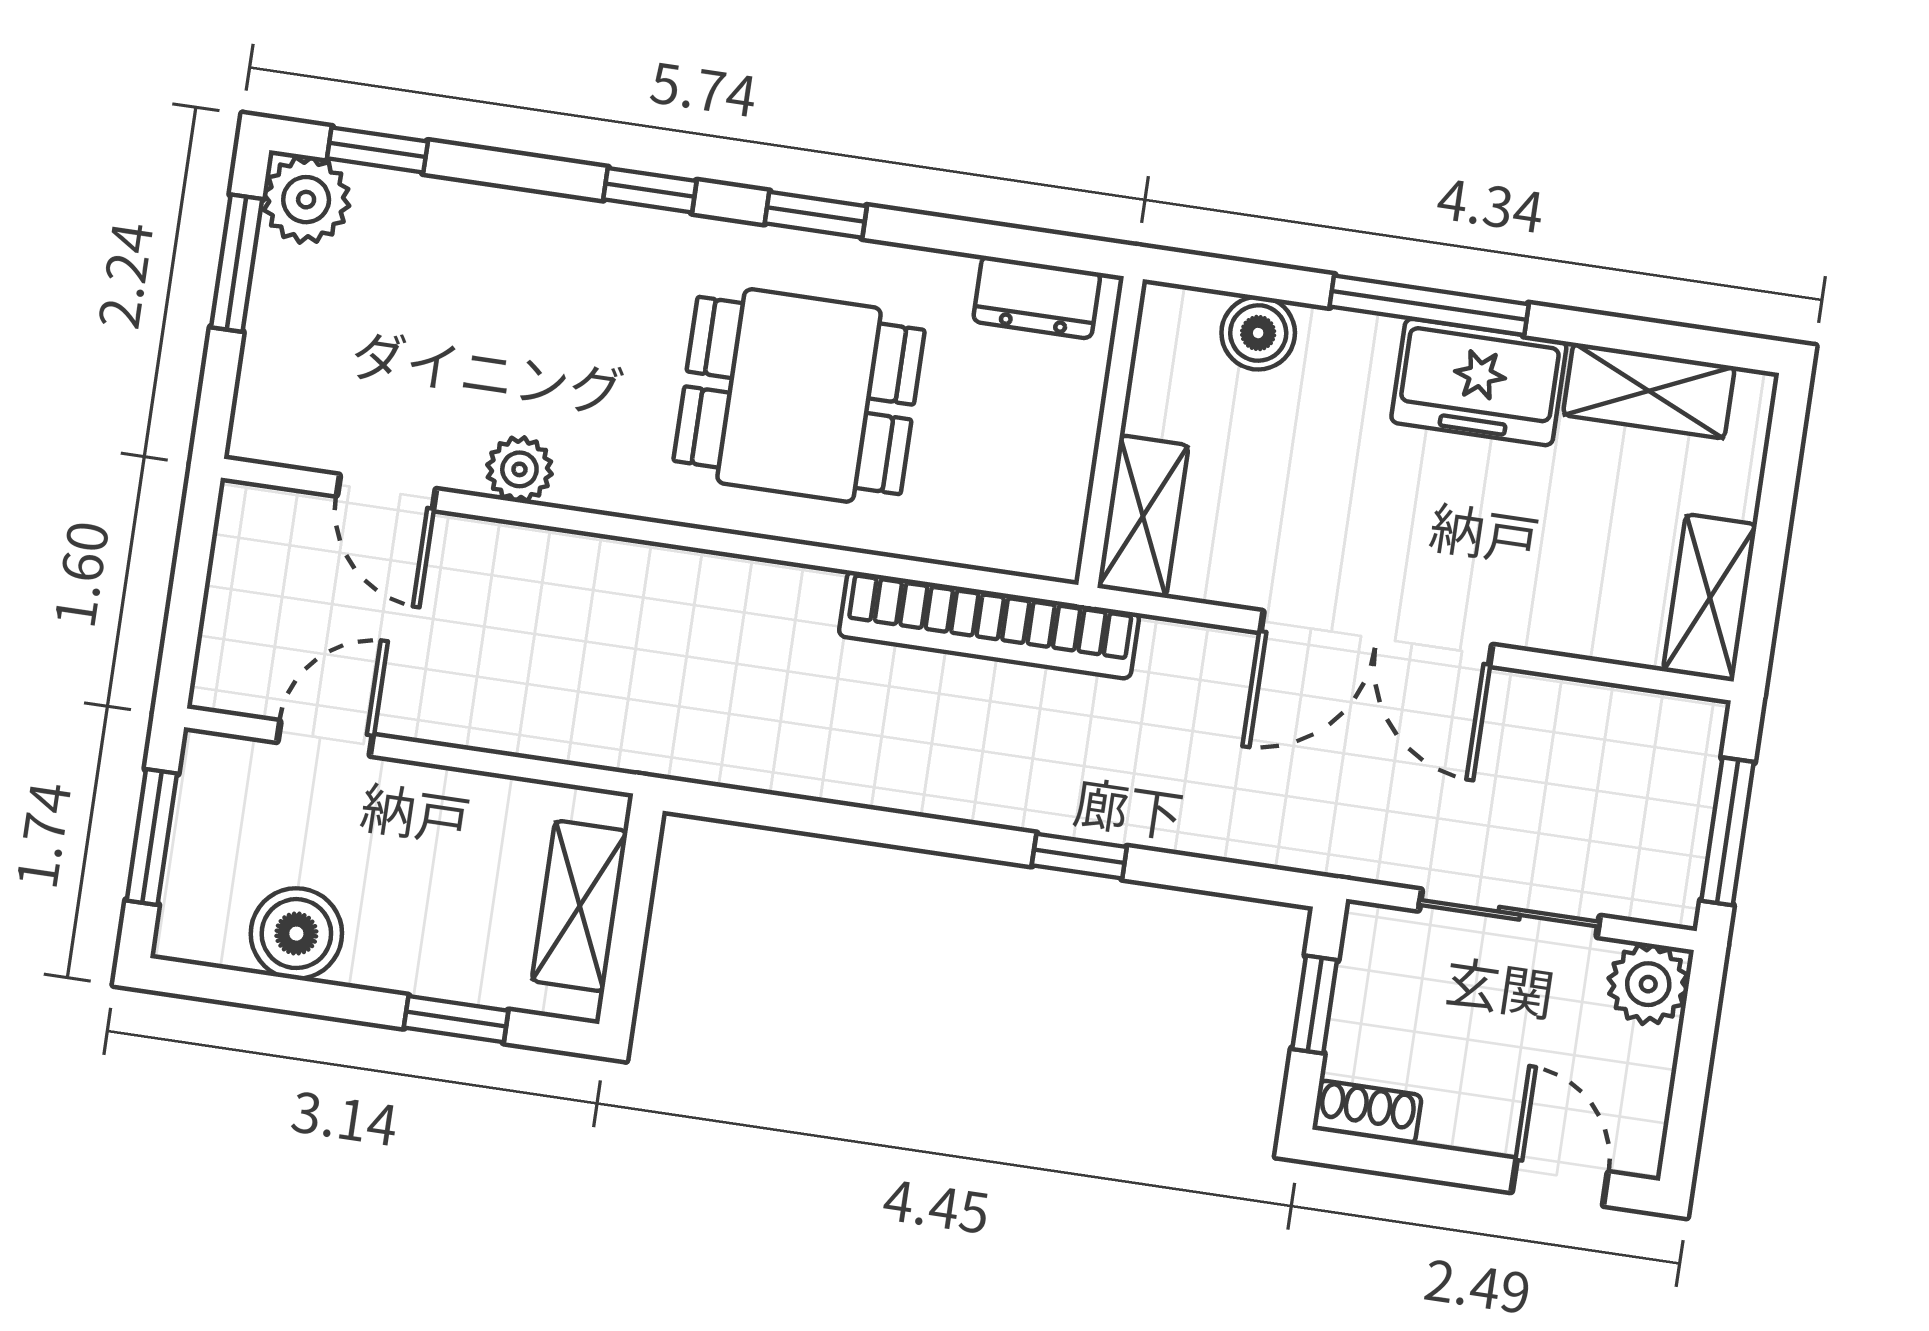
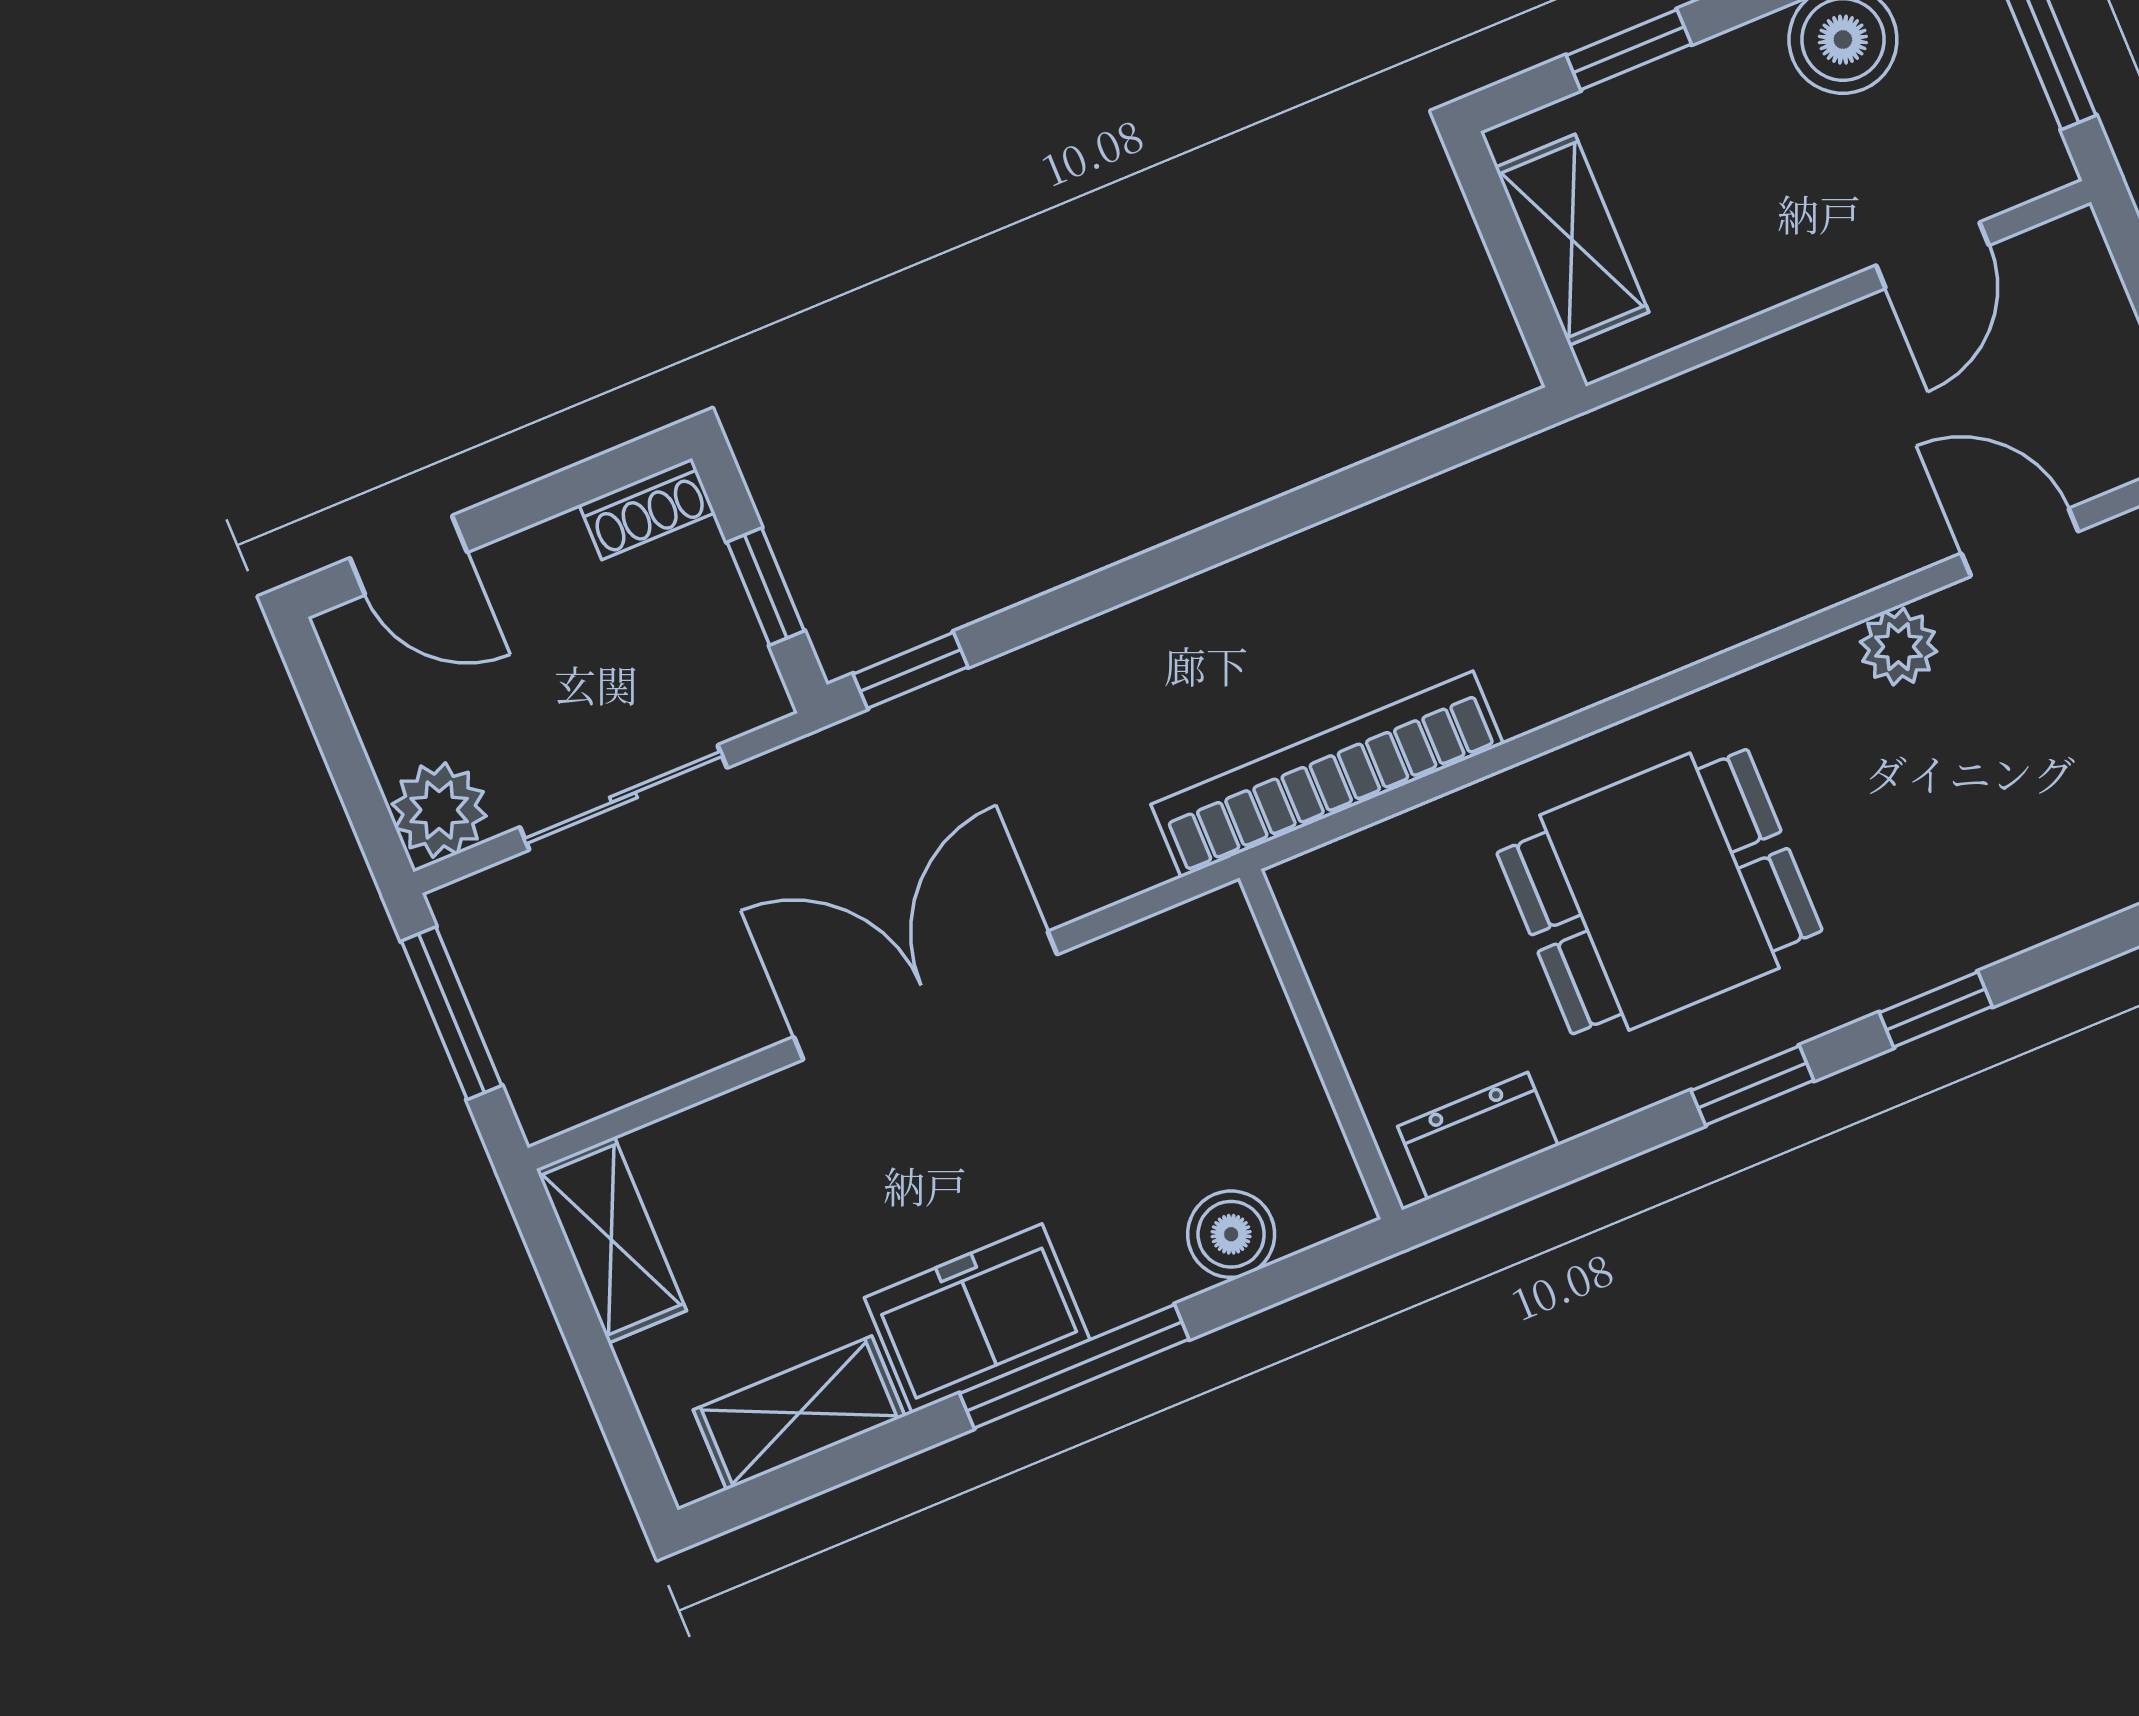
shelving: (1143, 516) -> (1237, 978), removed
window: (1079, 856) -> (911, 670), moved

